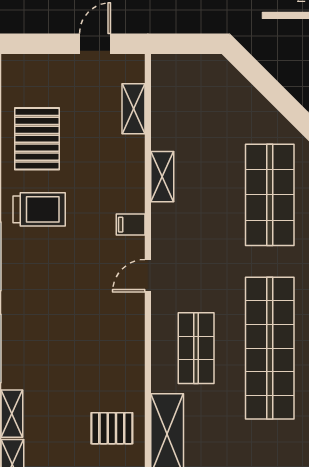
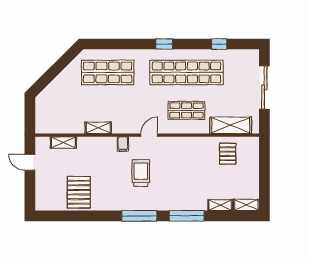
pallet: (37, 139) -> (79, 192), turned 90
trolley: (39, 209) -> (141, 173), moved
door: (148, 276) -> (149, 135), swing flipped

